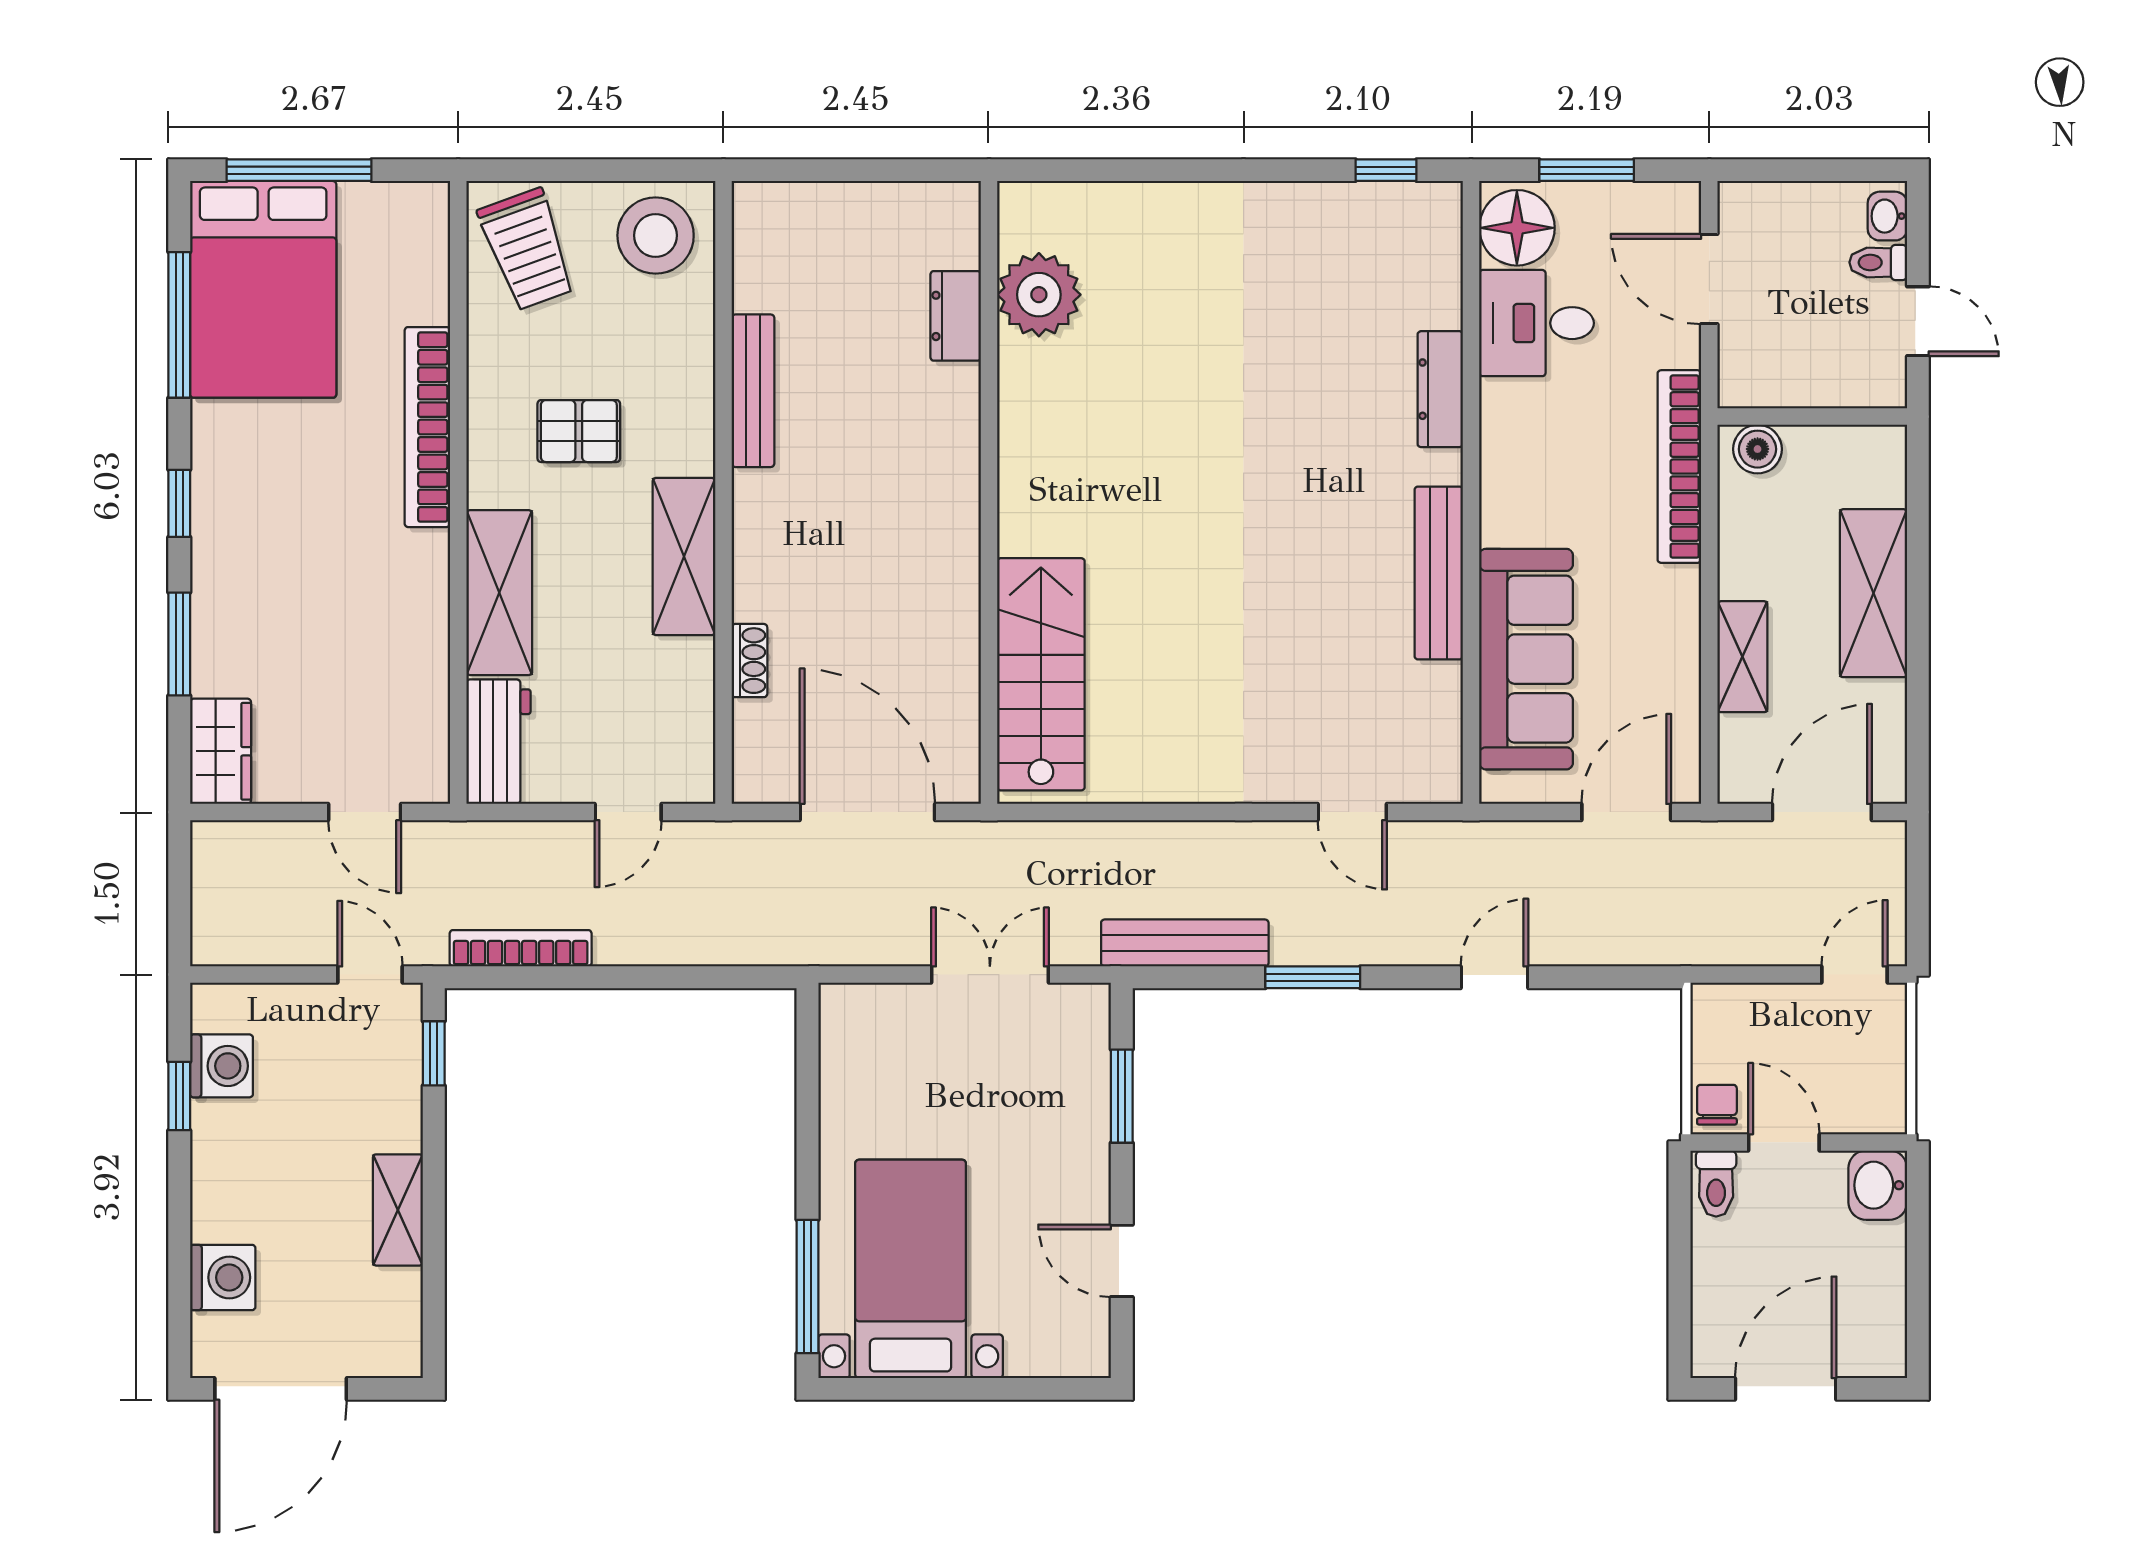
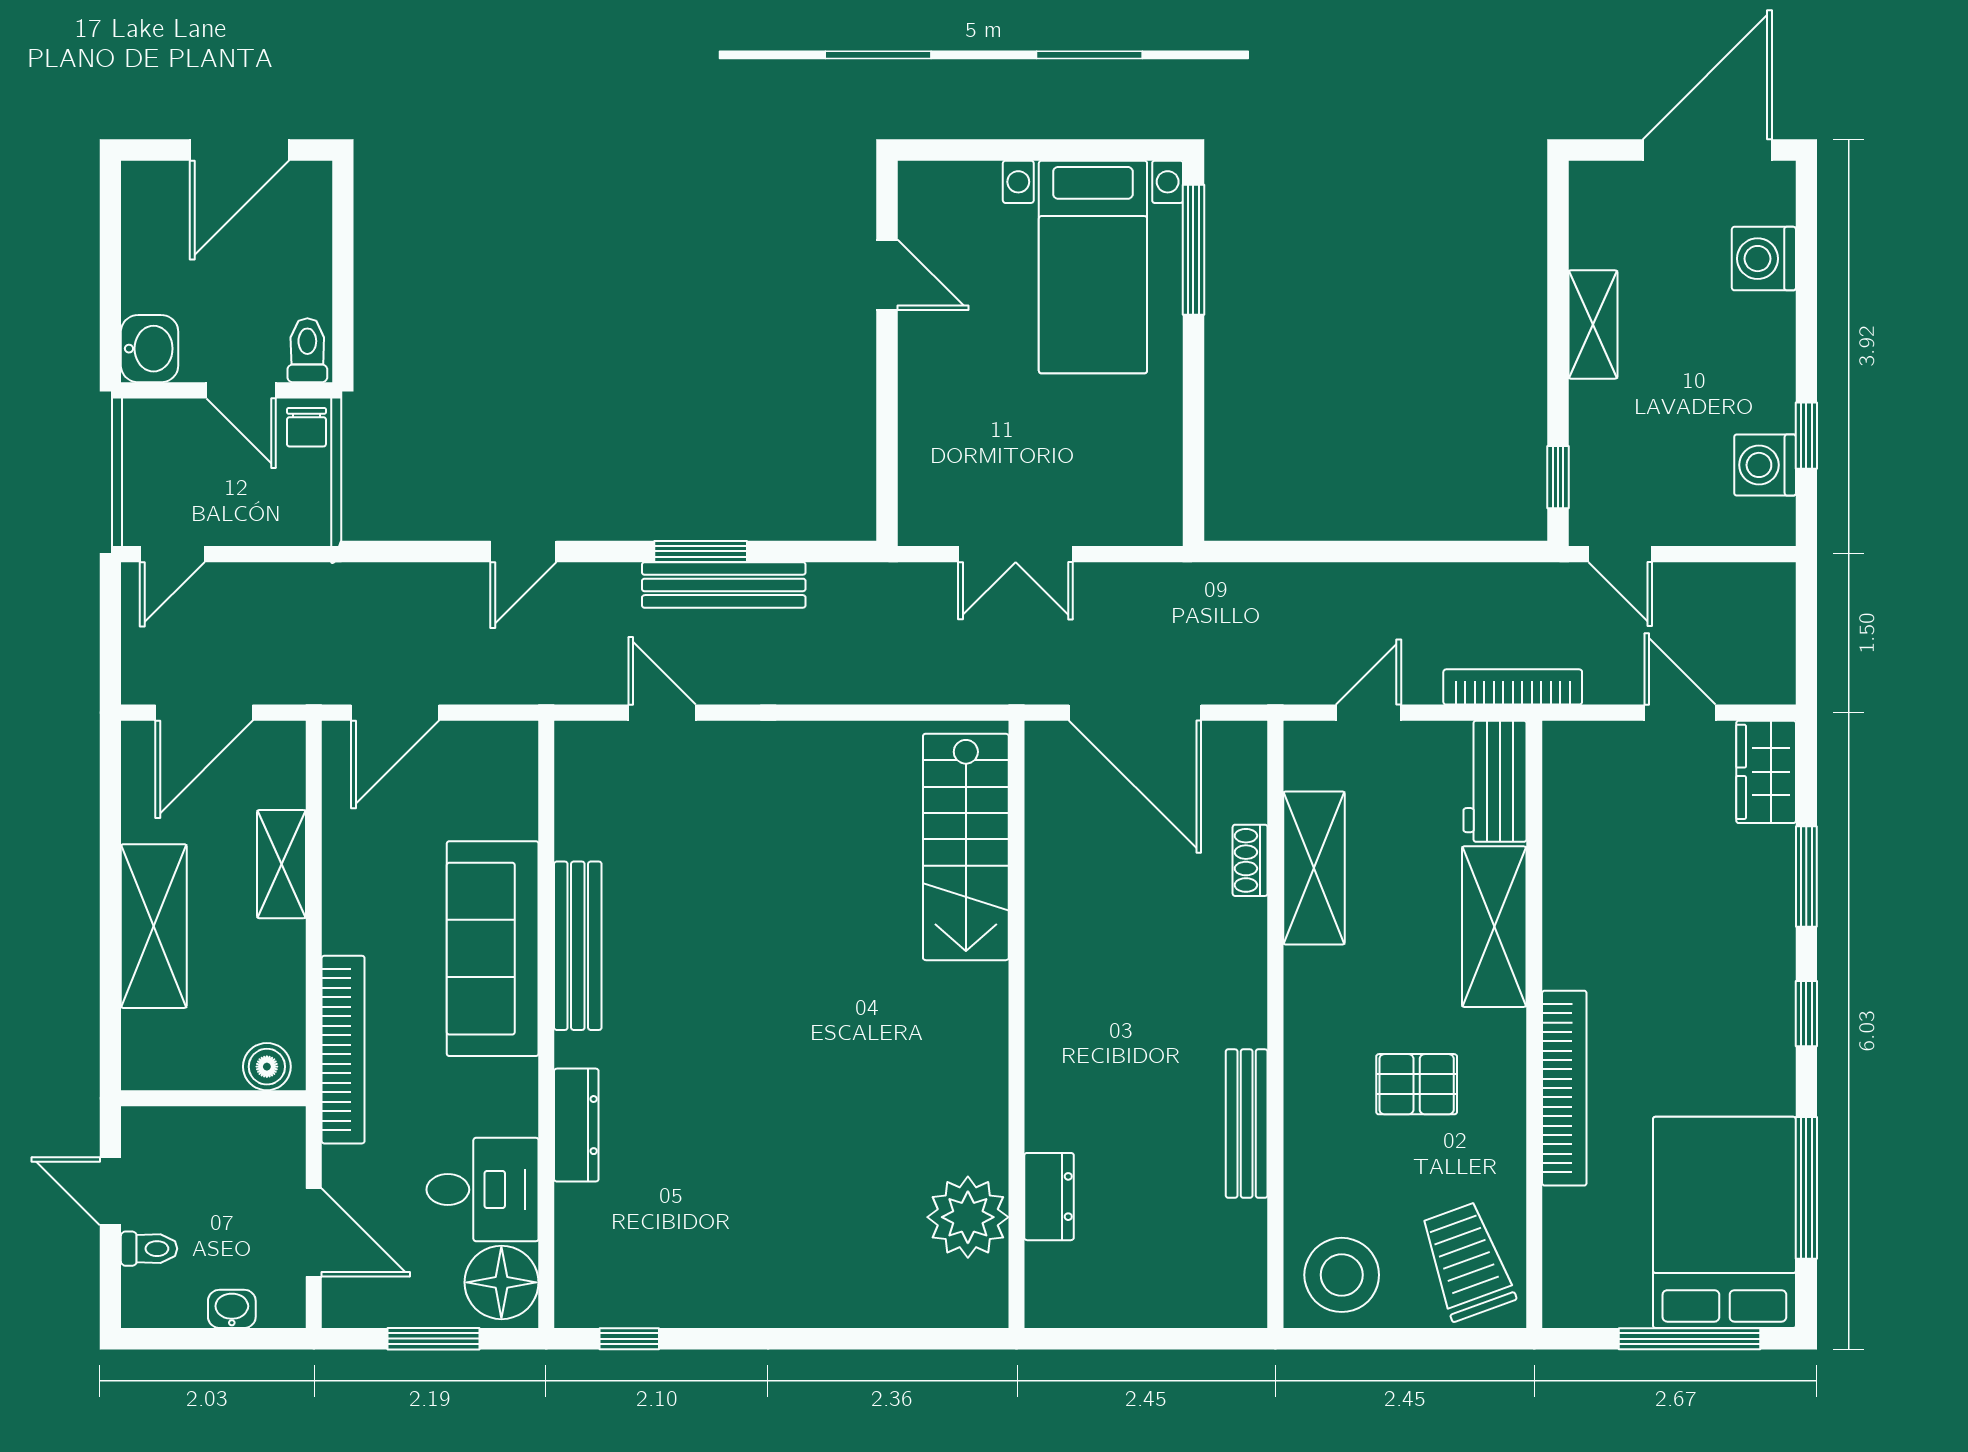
washbasin: (1887, 216) -> (232, 1309), moved, turned -90
shelving: (684, 556) -> (1314, 868), moved
sofa: (1526, 659) -> (493, 949), moved
door: (365, 812) -> (1680, 713), moved
bench: (1185, 943) -> (724, 585), moved
bookcase: (521, 948) -> (1513, 687), moved, turned 180
window: (1122, 1096) -> (887, 436), removed

